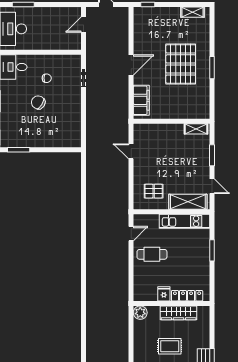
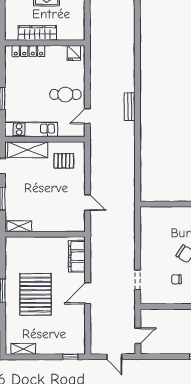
bench: (91, 243) -> (130, 107), added
fridge: (164, 294) -> (74, 53), moved
plant: (140, 313) -> (78, 33), removed

